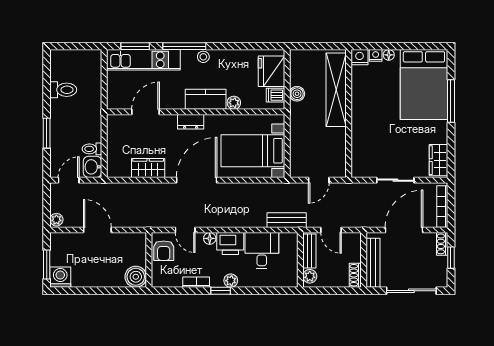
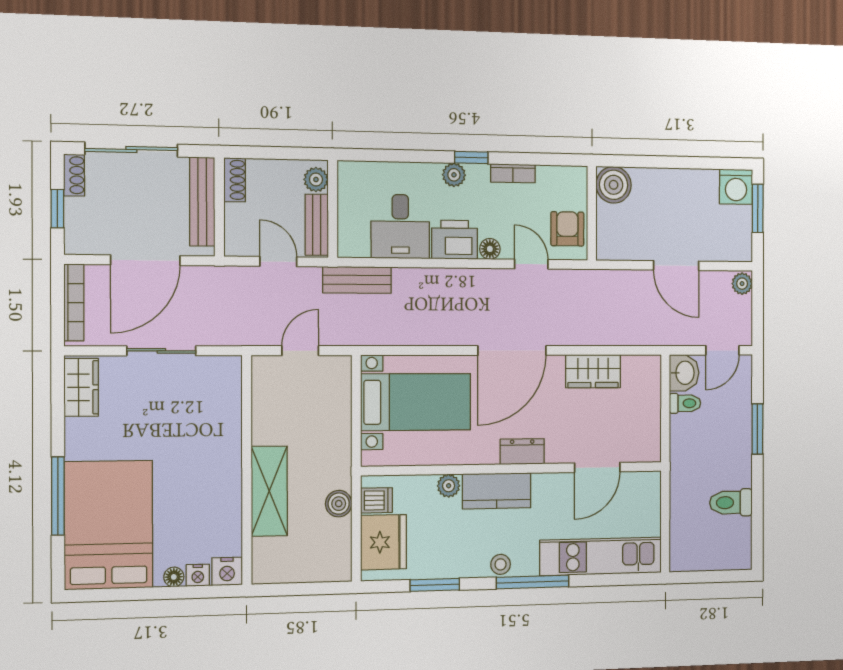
window: (135, 46) -> (435, 585), moved
shelving: (336, 90) -> (269, 491), width x0.68
shoe rack: (442, 244) -> (74, 175), moved

